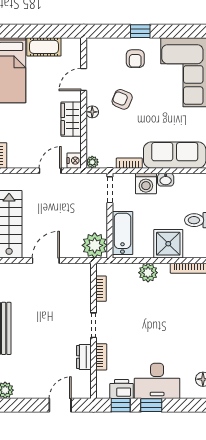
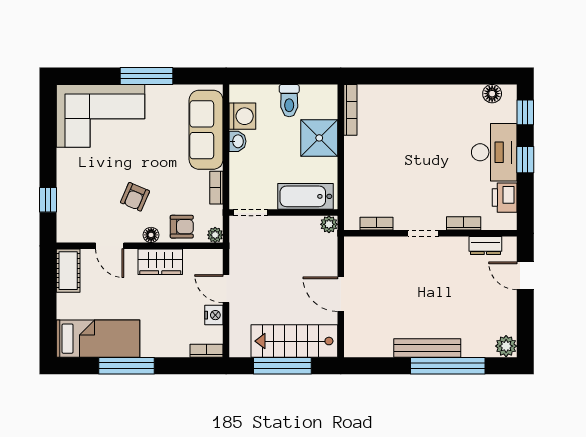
window: (140, 31) -> (48, 200), moved
cot: (44, 47) -> (68, 271), moved
armchair: (135, 59) -> (182, 227), moved
nightstand: (74, 161) -> (214, 315), moved, turned 90
washing machine: (146, 184) -> (242, 116), moved
plant: (95, 245) -> (329, 224), width x0.53, depth x0.53
plant: (148, 273) -> (356, 164), removed
dresser: (84, 357) -> (485, 246), moved
window: (121, 405) -> (525, 112), moved

